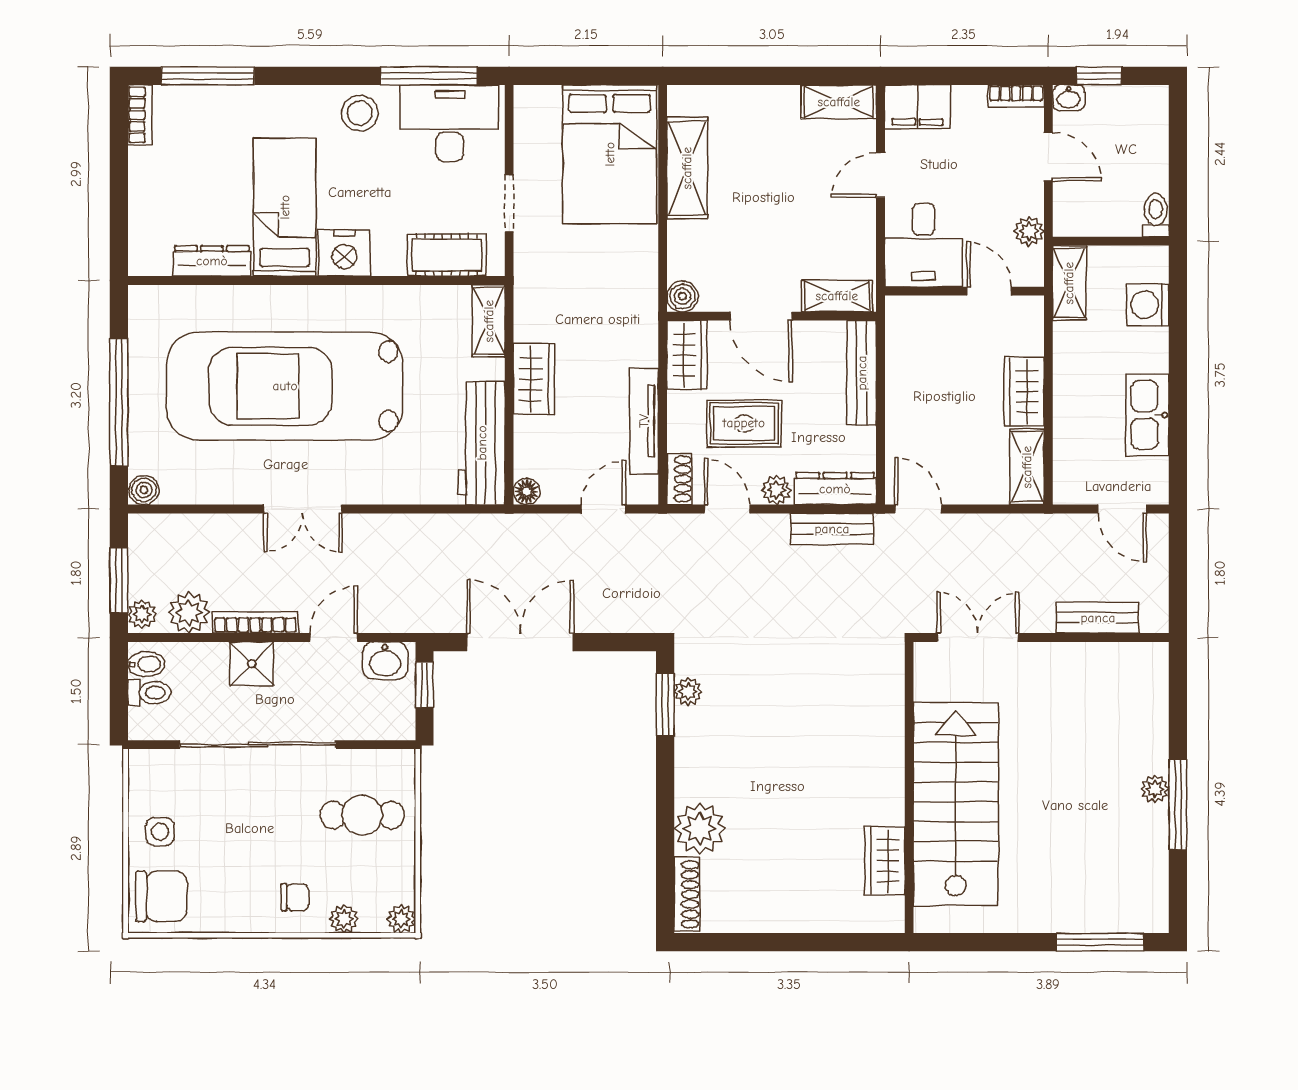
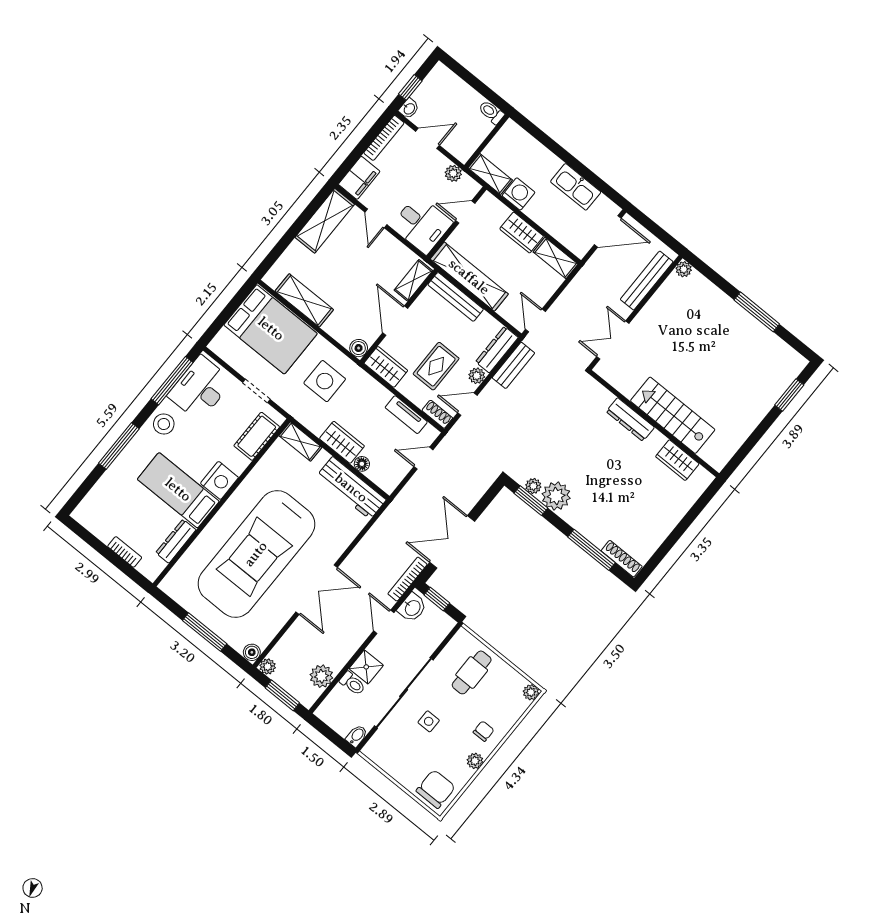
window: (208, 76) -> (119, 446), moved
bookcase: (1016, 96) -> (384, 138), width x1.56
shelving: (839, 102) -> (325, 221), width x1.50, depth x1.33
bookcase: (140, 115) -> (125, 552), moved
side table: (599, 287) -> (325, 381), added
washing machine: (1148, 305) -> (519, 194), moved, turned 180
door: (761, 316) -> (395, 321), swing flipped
shelving: (905, 369) -> (469, 277), added
window: (119, 402) -> (205, 632), width x0.68
tv unit: (644, 421) -> (406, 415), width x0.71
floor lamp: (527, 491) -> (362, 464), moved
double door: (303, 509) -> (317, 590), width x1.37
door: (603, 509) -> (423, 458), hinge flipped
door: (918, 509) -> (535, 320), hinge flipped
door: (1122, 509) -> (608, 231), width x1.38
plant: (142, 614) -> (268, 667), moved
bench: (1098, 618) -> (647, 281), width x1.36
bookcase: (255, 622) -> (407, 579), moved
bidet: (146, 664) -> (357, 736), moved
toilet: (149, 693) -> (353, 683), moved, turned 90
dresser: (888, 750) -> (630, 419), added
plant: (1155, 789) -> (684, 269), moved
stairs: (956, 804) -> (673, 415), width x0.73, depth x0.66
plant: (700, 828) -> (556, 496), moved
side table: (160, 832) -> (429, 721), moved
window: (665, 843) -> (591, 550), added
plant: (344, 919) -> (475, 761), moved
window: (1100, 942) -> (789, 395), width x0.69

